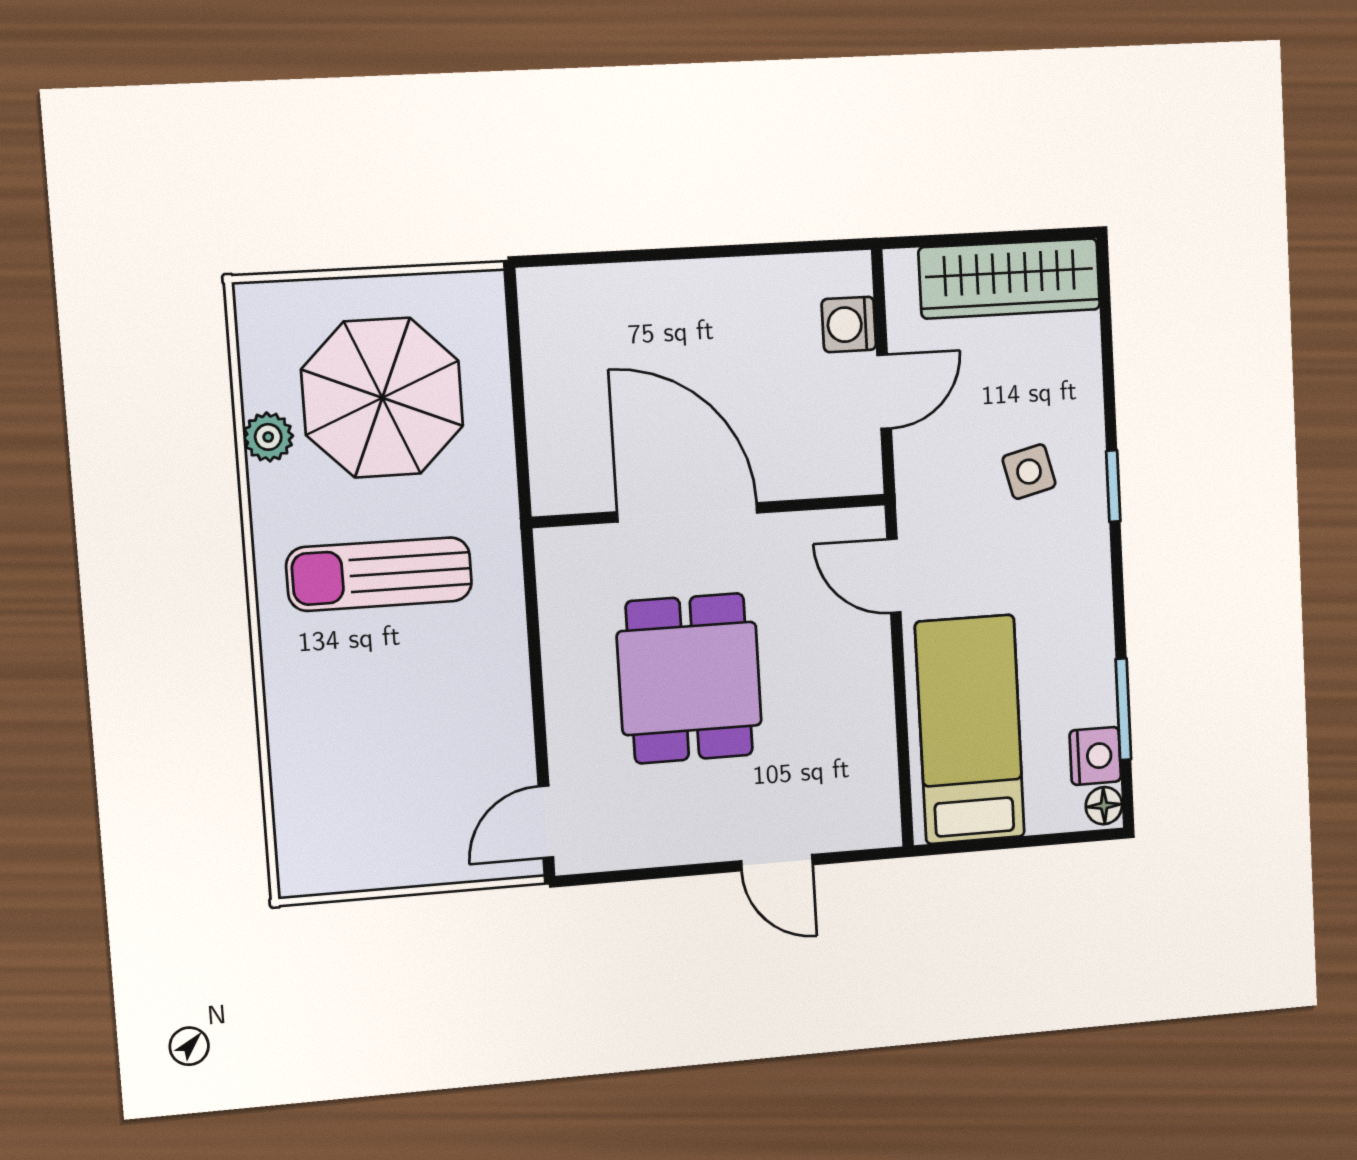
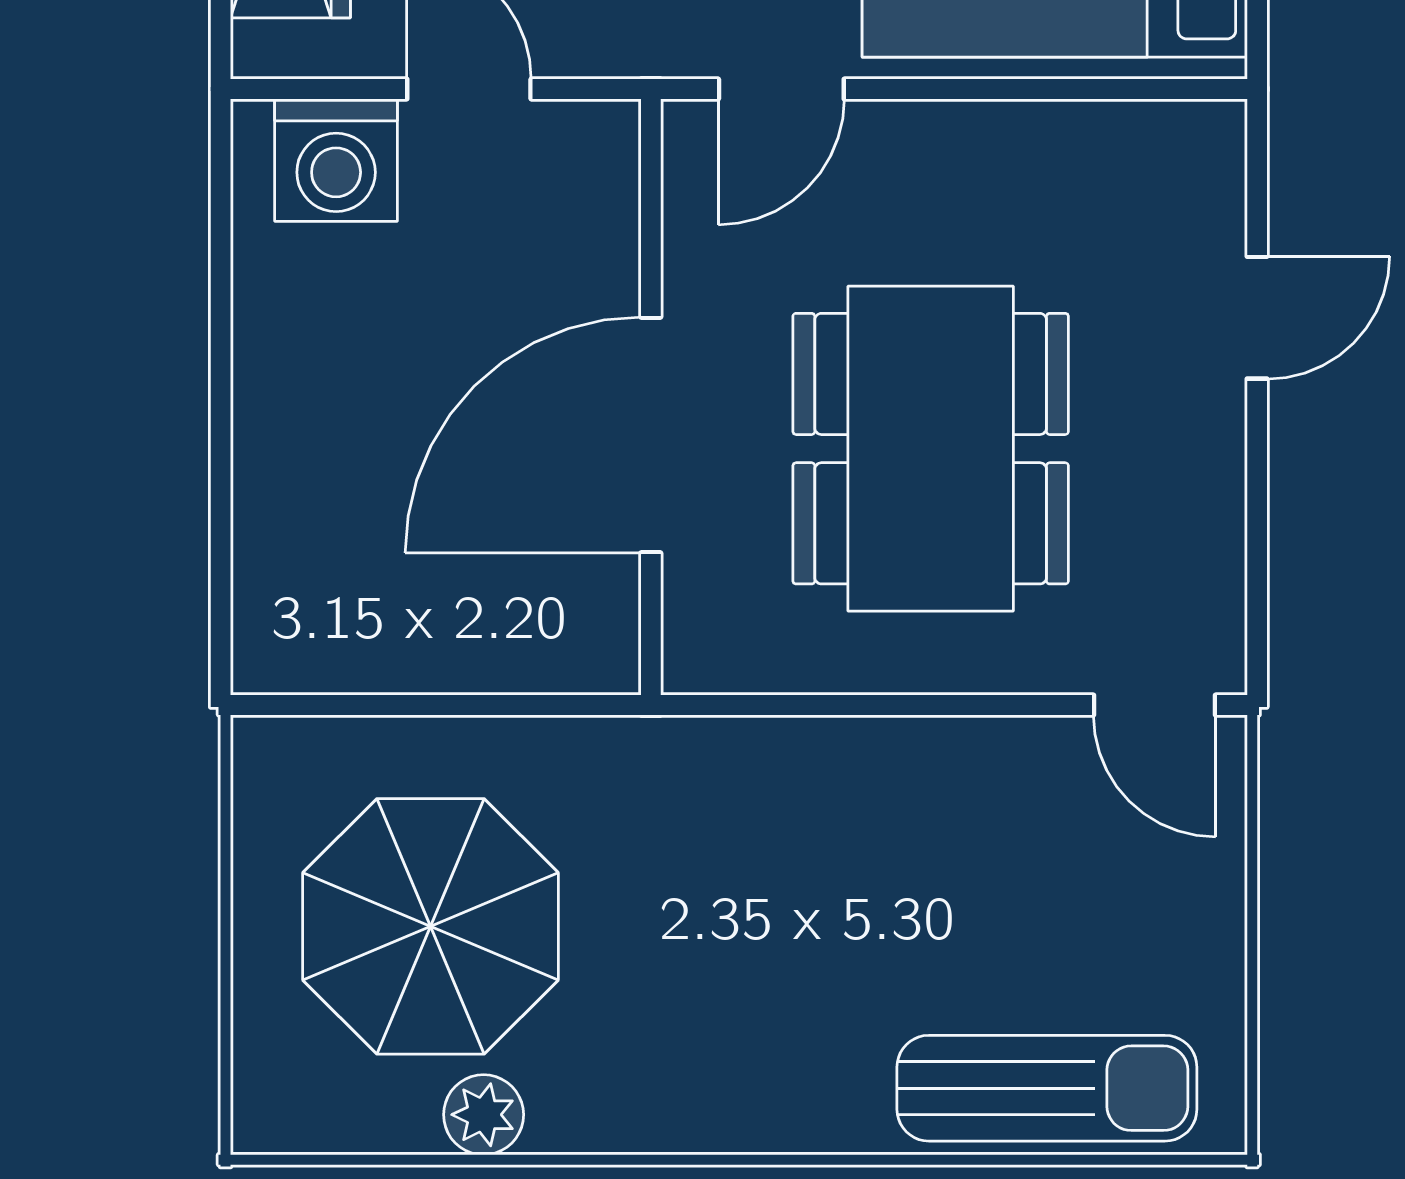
washing machine: (849, 324) -> (336, 160), width x1.38, depth x1.38
sun lounger: (379, 574) -> (1047, 1088), moved, turned -90
dining table: (689, 678) -> (931, 449), width x1.38

